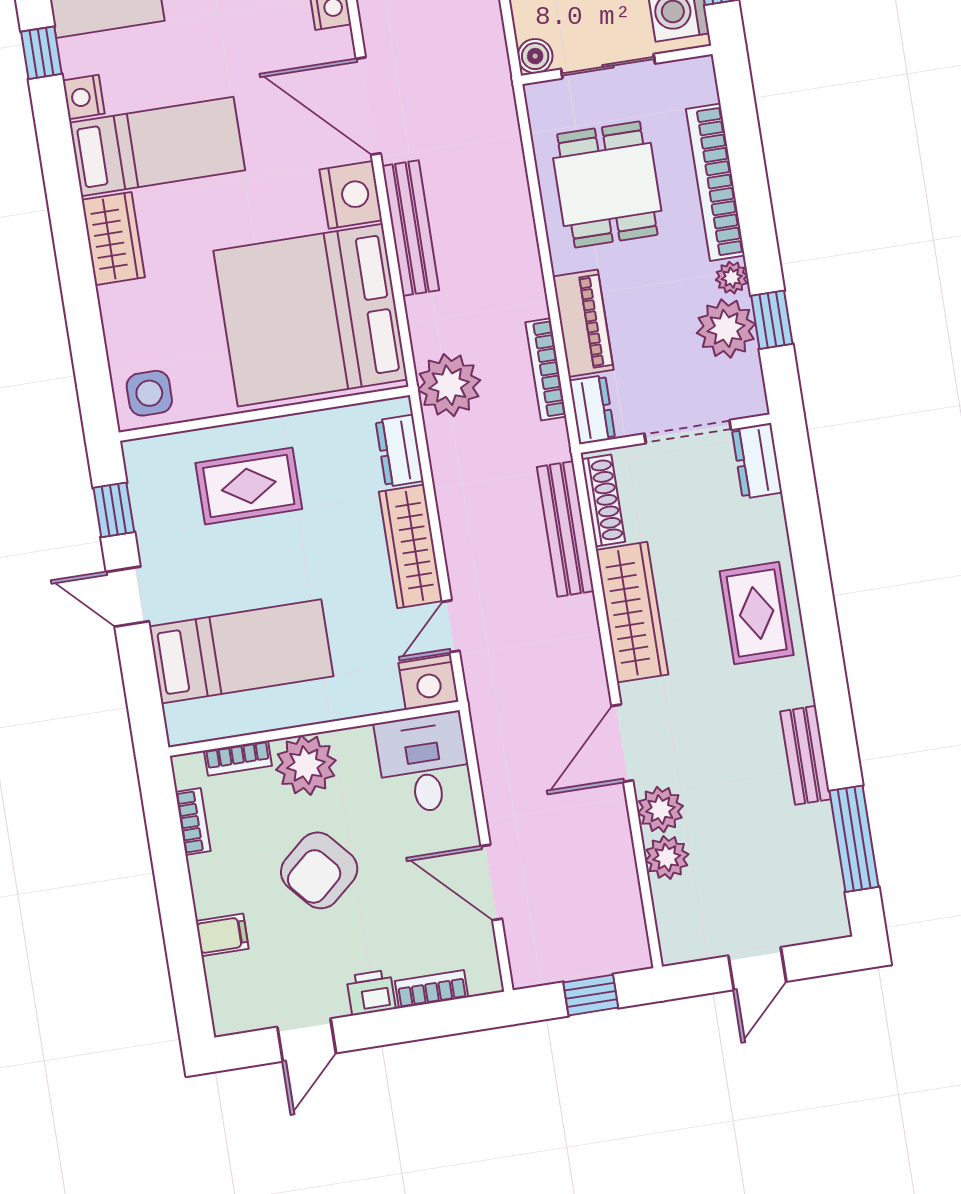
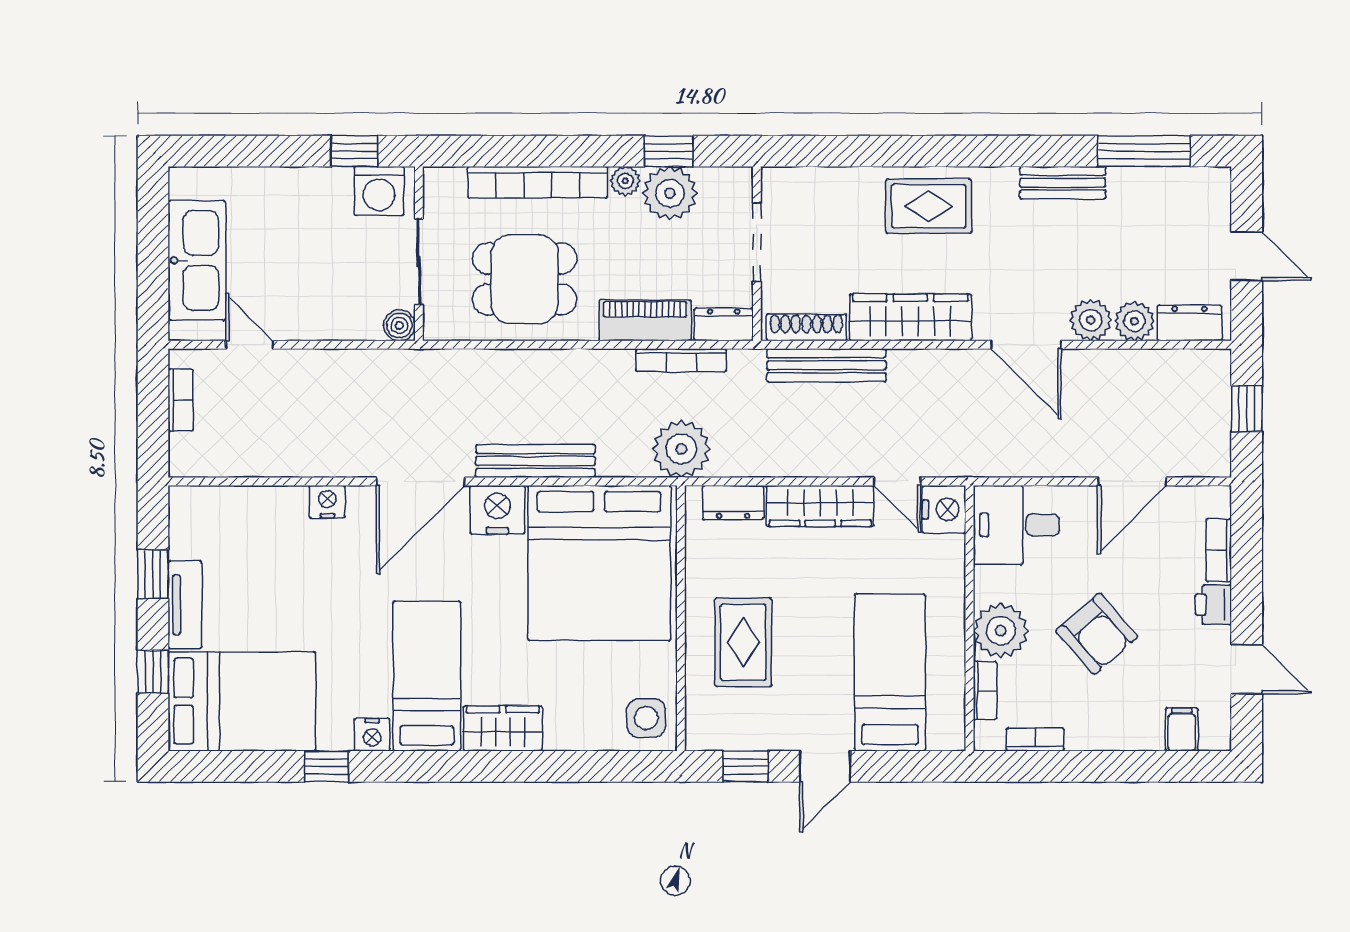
dresser: (757, 461) -> (1189, 323), moved, turned 180
filing cabinet: (222, 935) -> (1182, 729), moved

